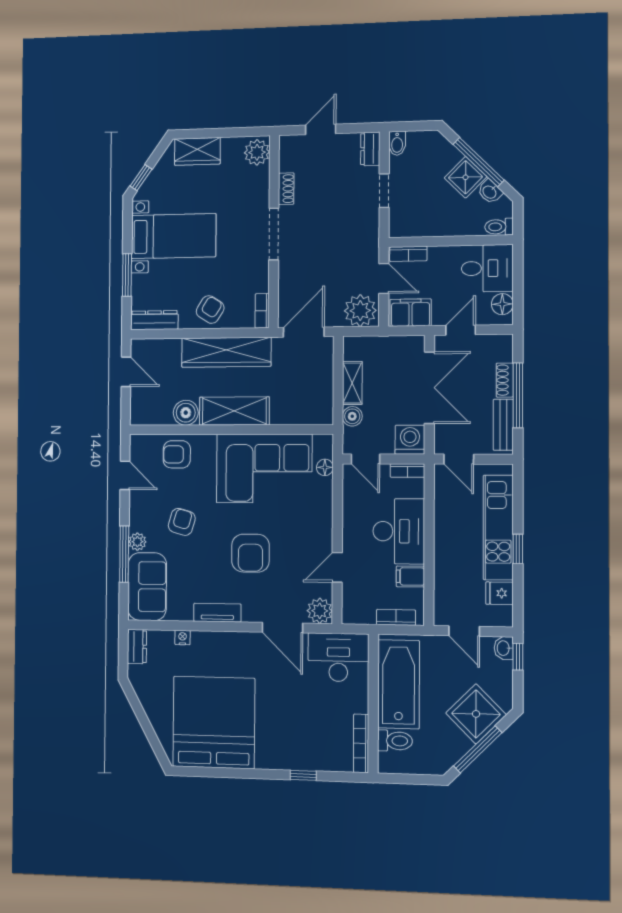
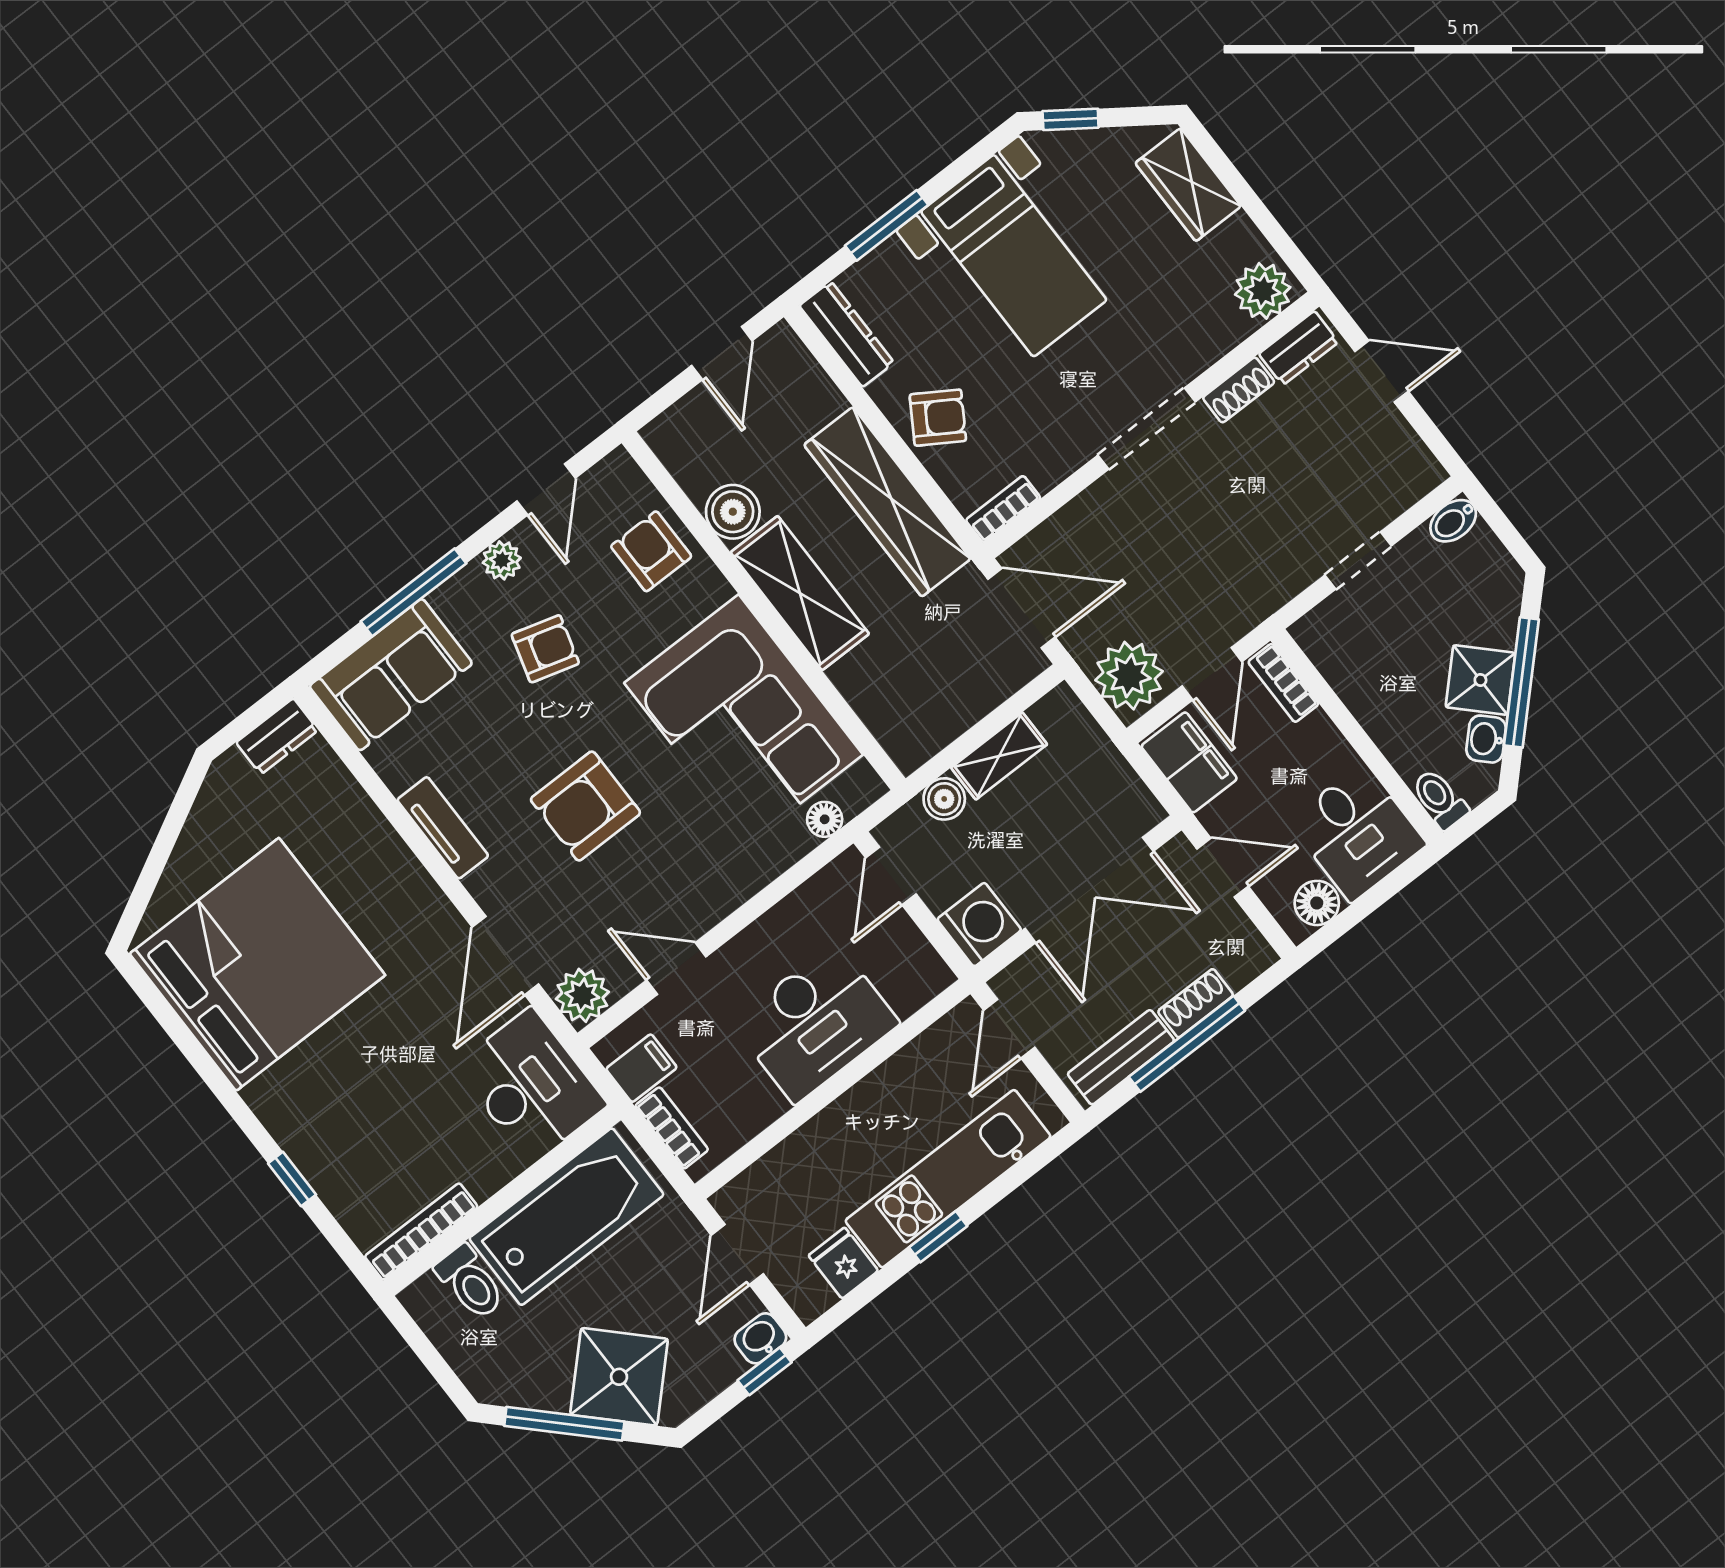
dresser: (370, 149) -> (1299, 348), moved, turned 180
bookcase: (407, 471) -> (926, 960), removed
plant: (137, 542) -> (502, 560), moved
filing cabinet: (410, 576) -> (641, 1068), moved, turned 90
nightstand: (183, 638) -> (355, 802), removed

